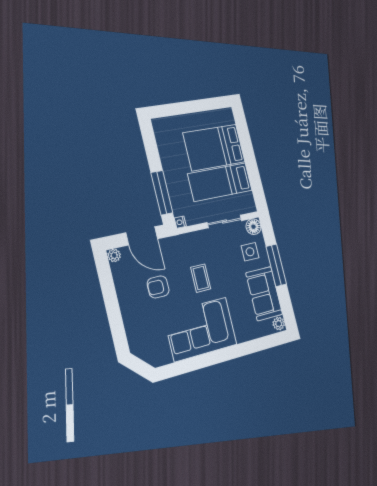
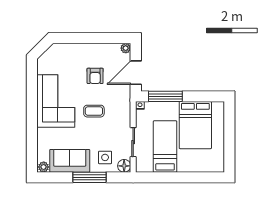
bed: (214, 147) -> (195, 125), moved, turned 180
armchair: (158, 287) -> (95, 76), turned 180

